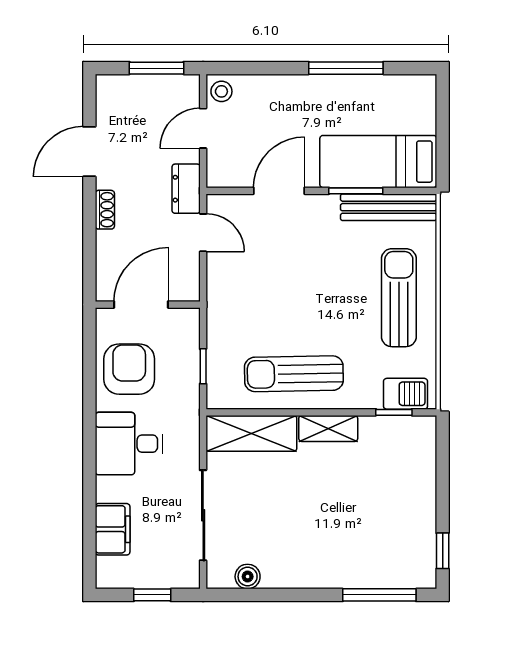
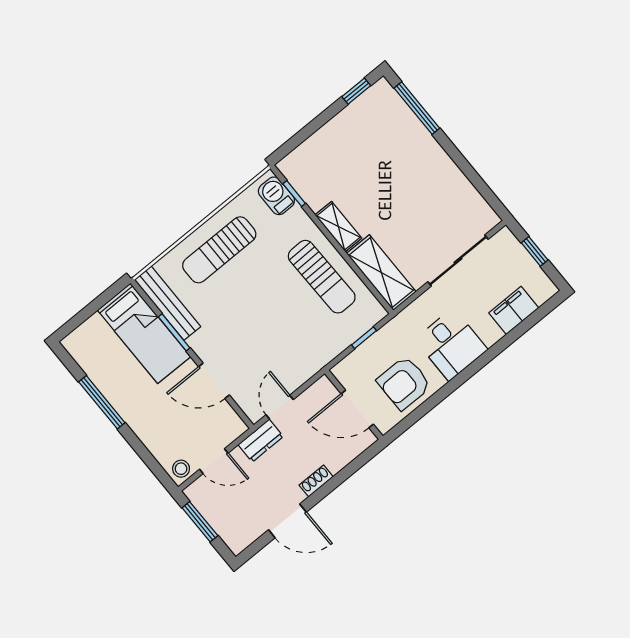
boiler: (248, 577) -> (474, 201), removed

